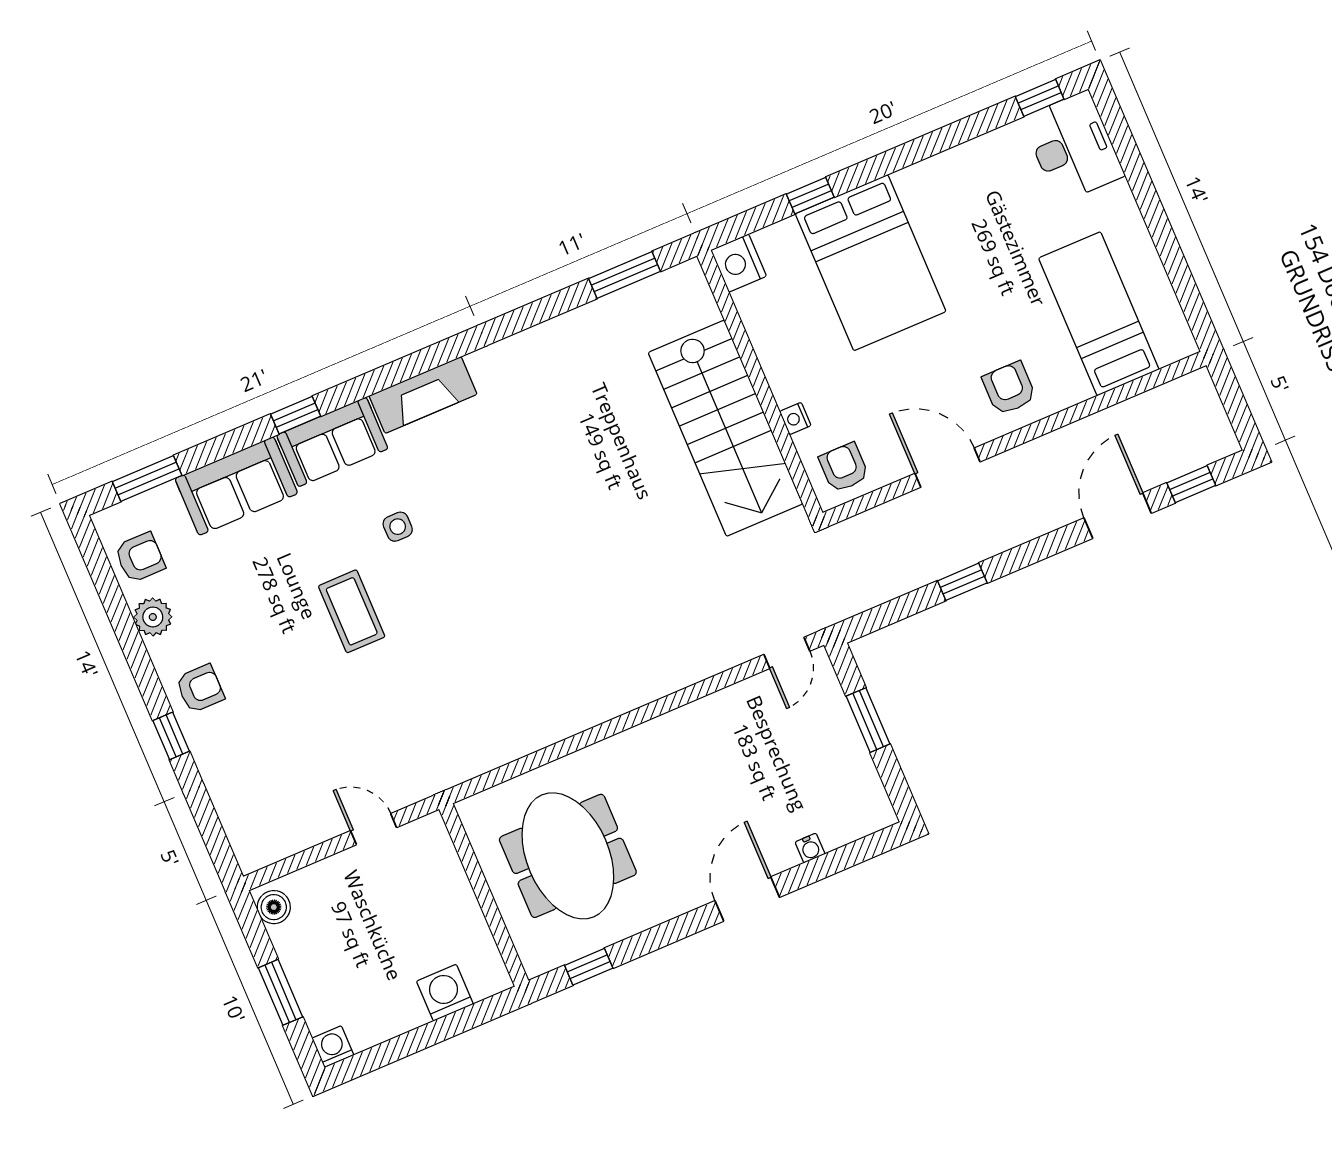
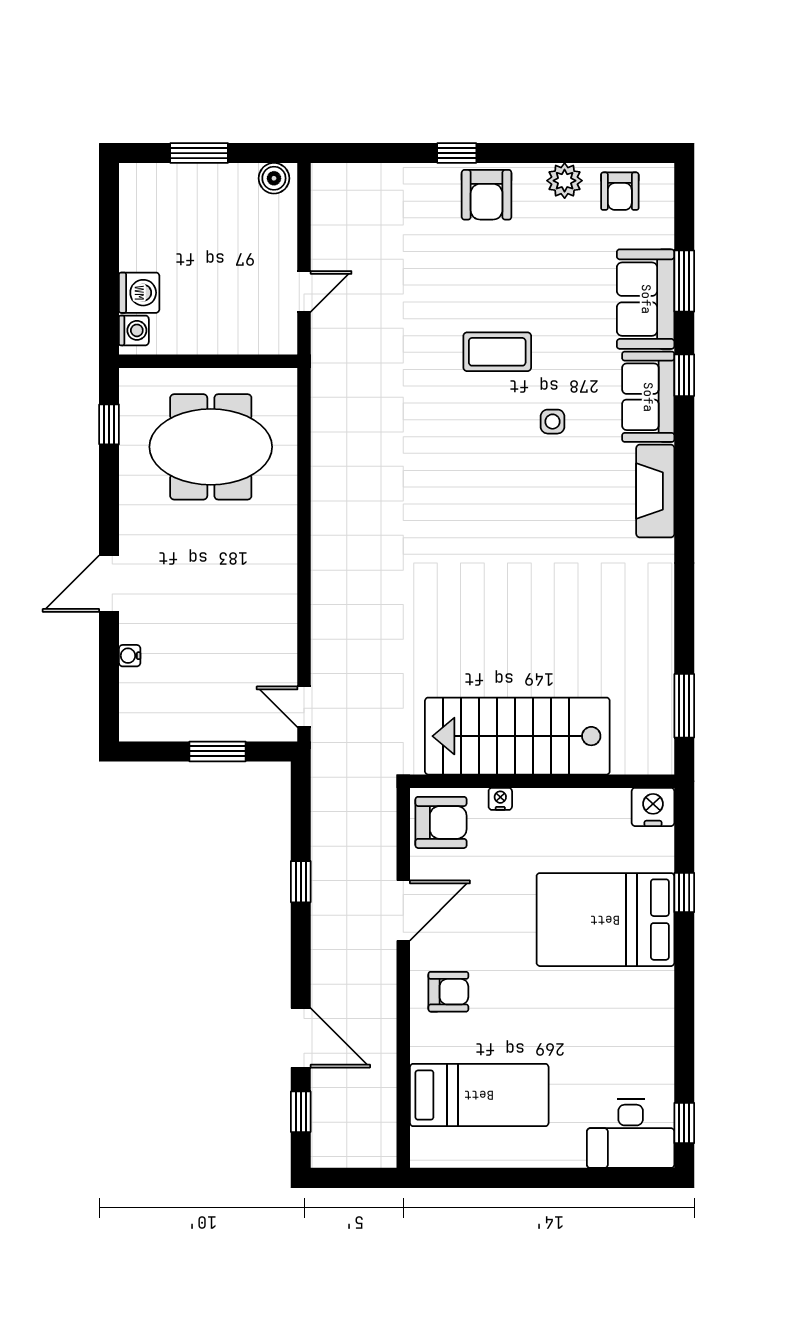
armchair: (844, 467) -> (441, 822), width x1.38, depth x1.38
window: (147, 479) -> (684, 281), moved
armchair: (200, 689) -> (487, 195), width x1.38, depth x1.38
door: (747, 899) -> (109, 584), swing flipped
washing machine: (333, 1047) -> (134, 330), moved

